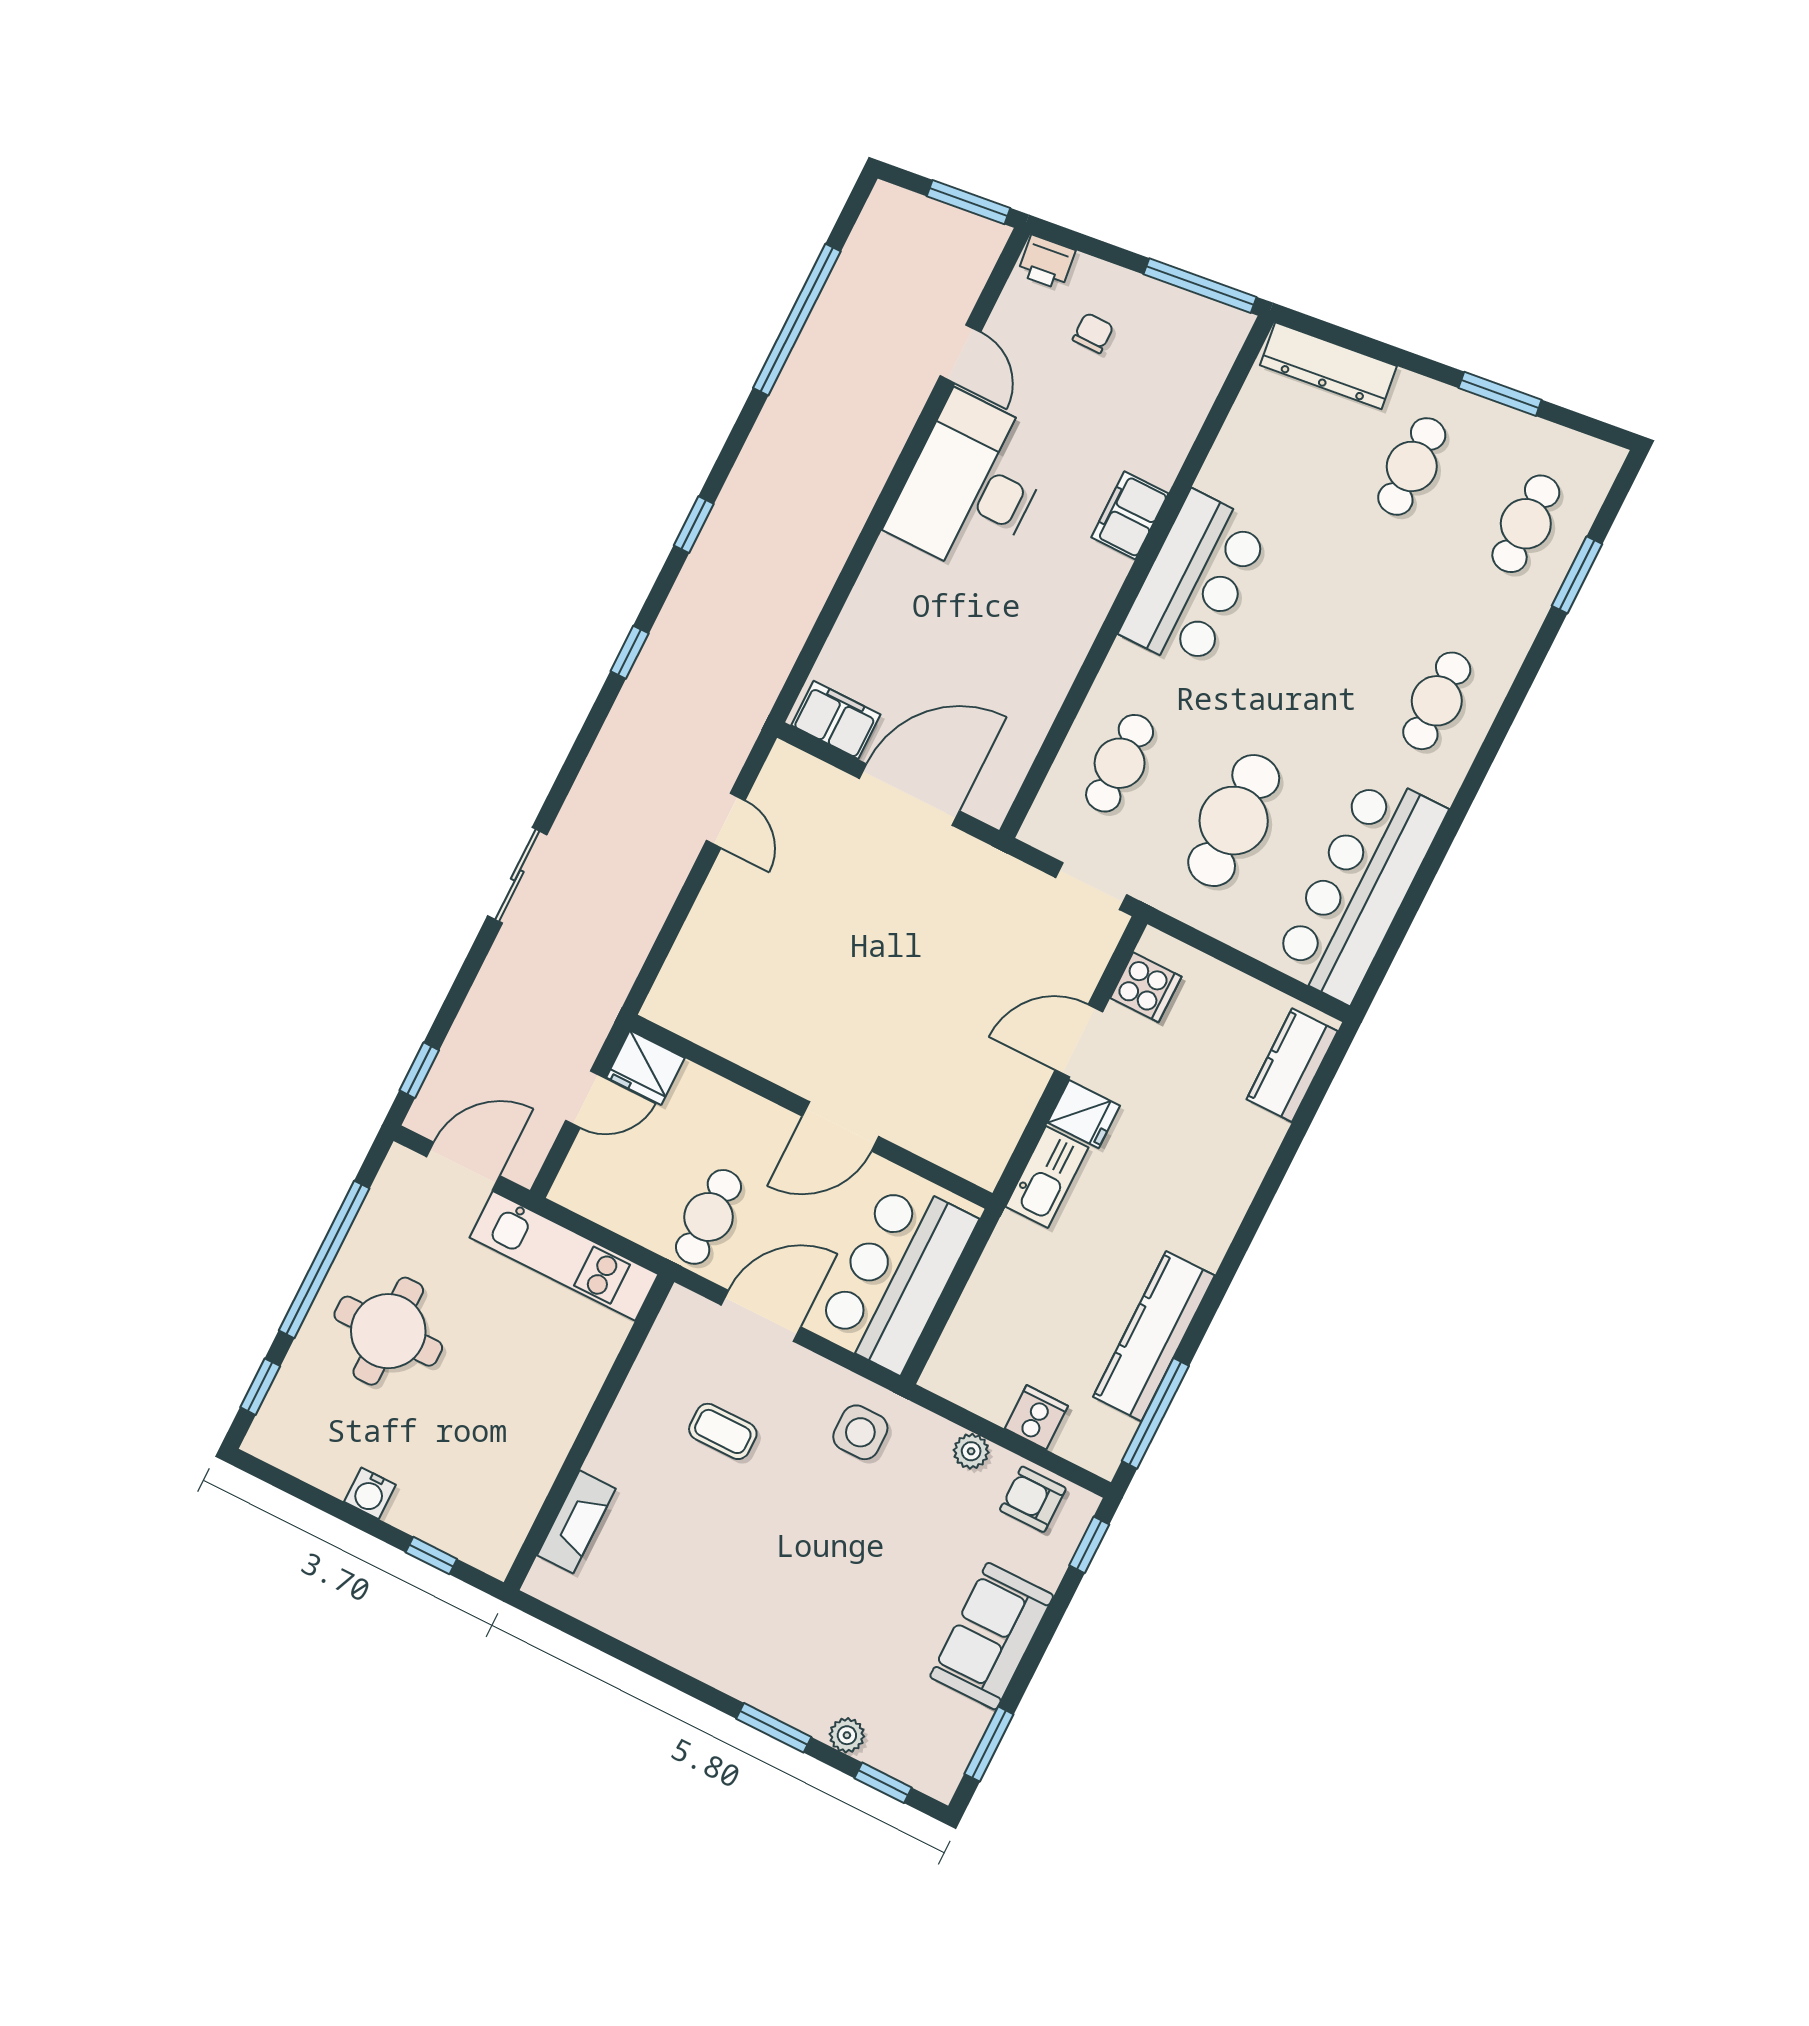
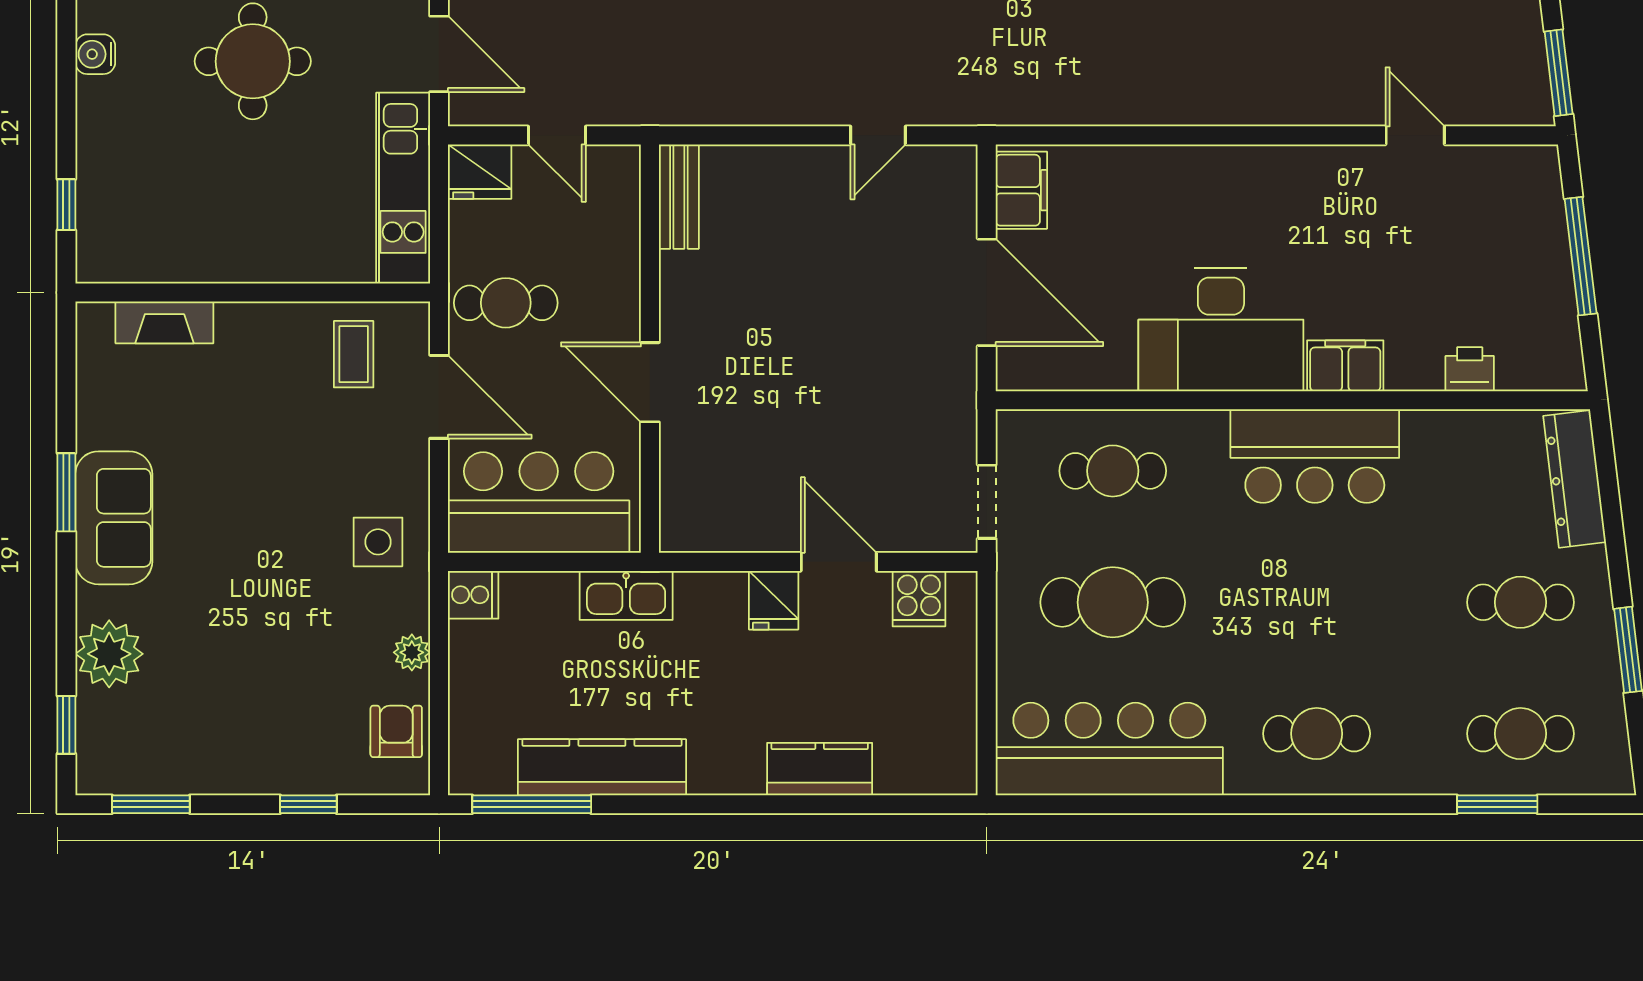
printer: (1046, 262) -> (1470, 369), moved, turned 97
window: (1200, 286) -> (1581, 256), moved
chair: (1093, 333) -> (1496, 248), removed
door: (960, 354) -> (1415, 135), swing flipped
desk: (971, 485) -> (1221, 329), moved, turned 180
bench: (692, 1020) -> (679, 197), added
kitchen counter: (1292, 1065) -> (820, 769), moved
fridge: (646, 1068) -> (480, 172), moved, turned -90
kitchen sink: (1047, 1177) -> (626, 595), moved
cooker: (1036, 1417) -> (473, 595), moved
coffee table: (723, 1431) -> (354, 354), moved
water cooler: (370, 1493) -> (95, 54), moved
window: (1089, 1545) -> (308, 804), moved
sofa: (992, 1636) -> (114, 518), moved, turned 90
window: (774, 1728) -> (66, 492), moved
plant: (847, 1735) -> (109, 654), width x1.87, depth x1.87

